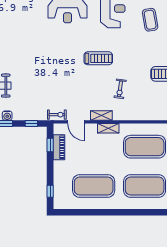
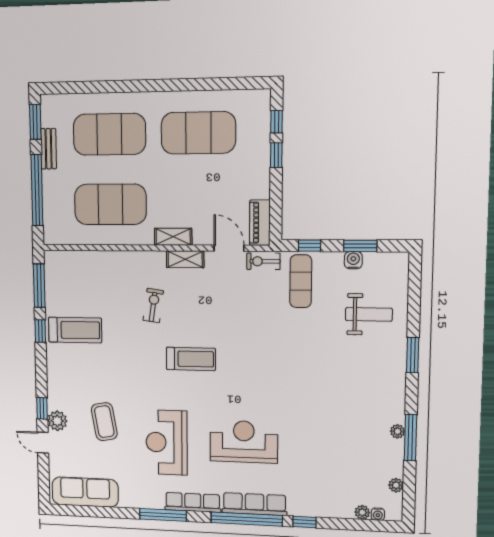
treadmill: (98, 58) -> (191, 359), turned 180
exercise mat: (36, 104) -> (301, 281), added
window: (50, 145) -> (276, 155), moved
piano: (59, 147) -> (260, 223), moved

